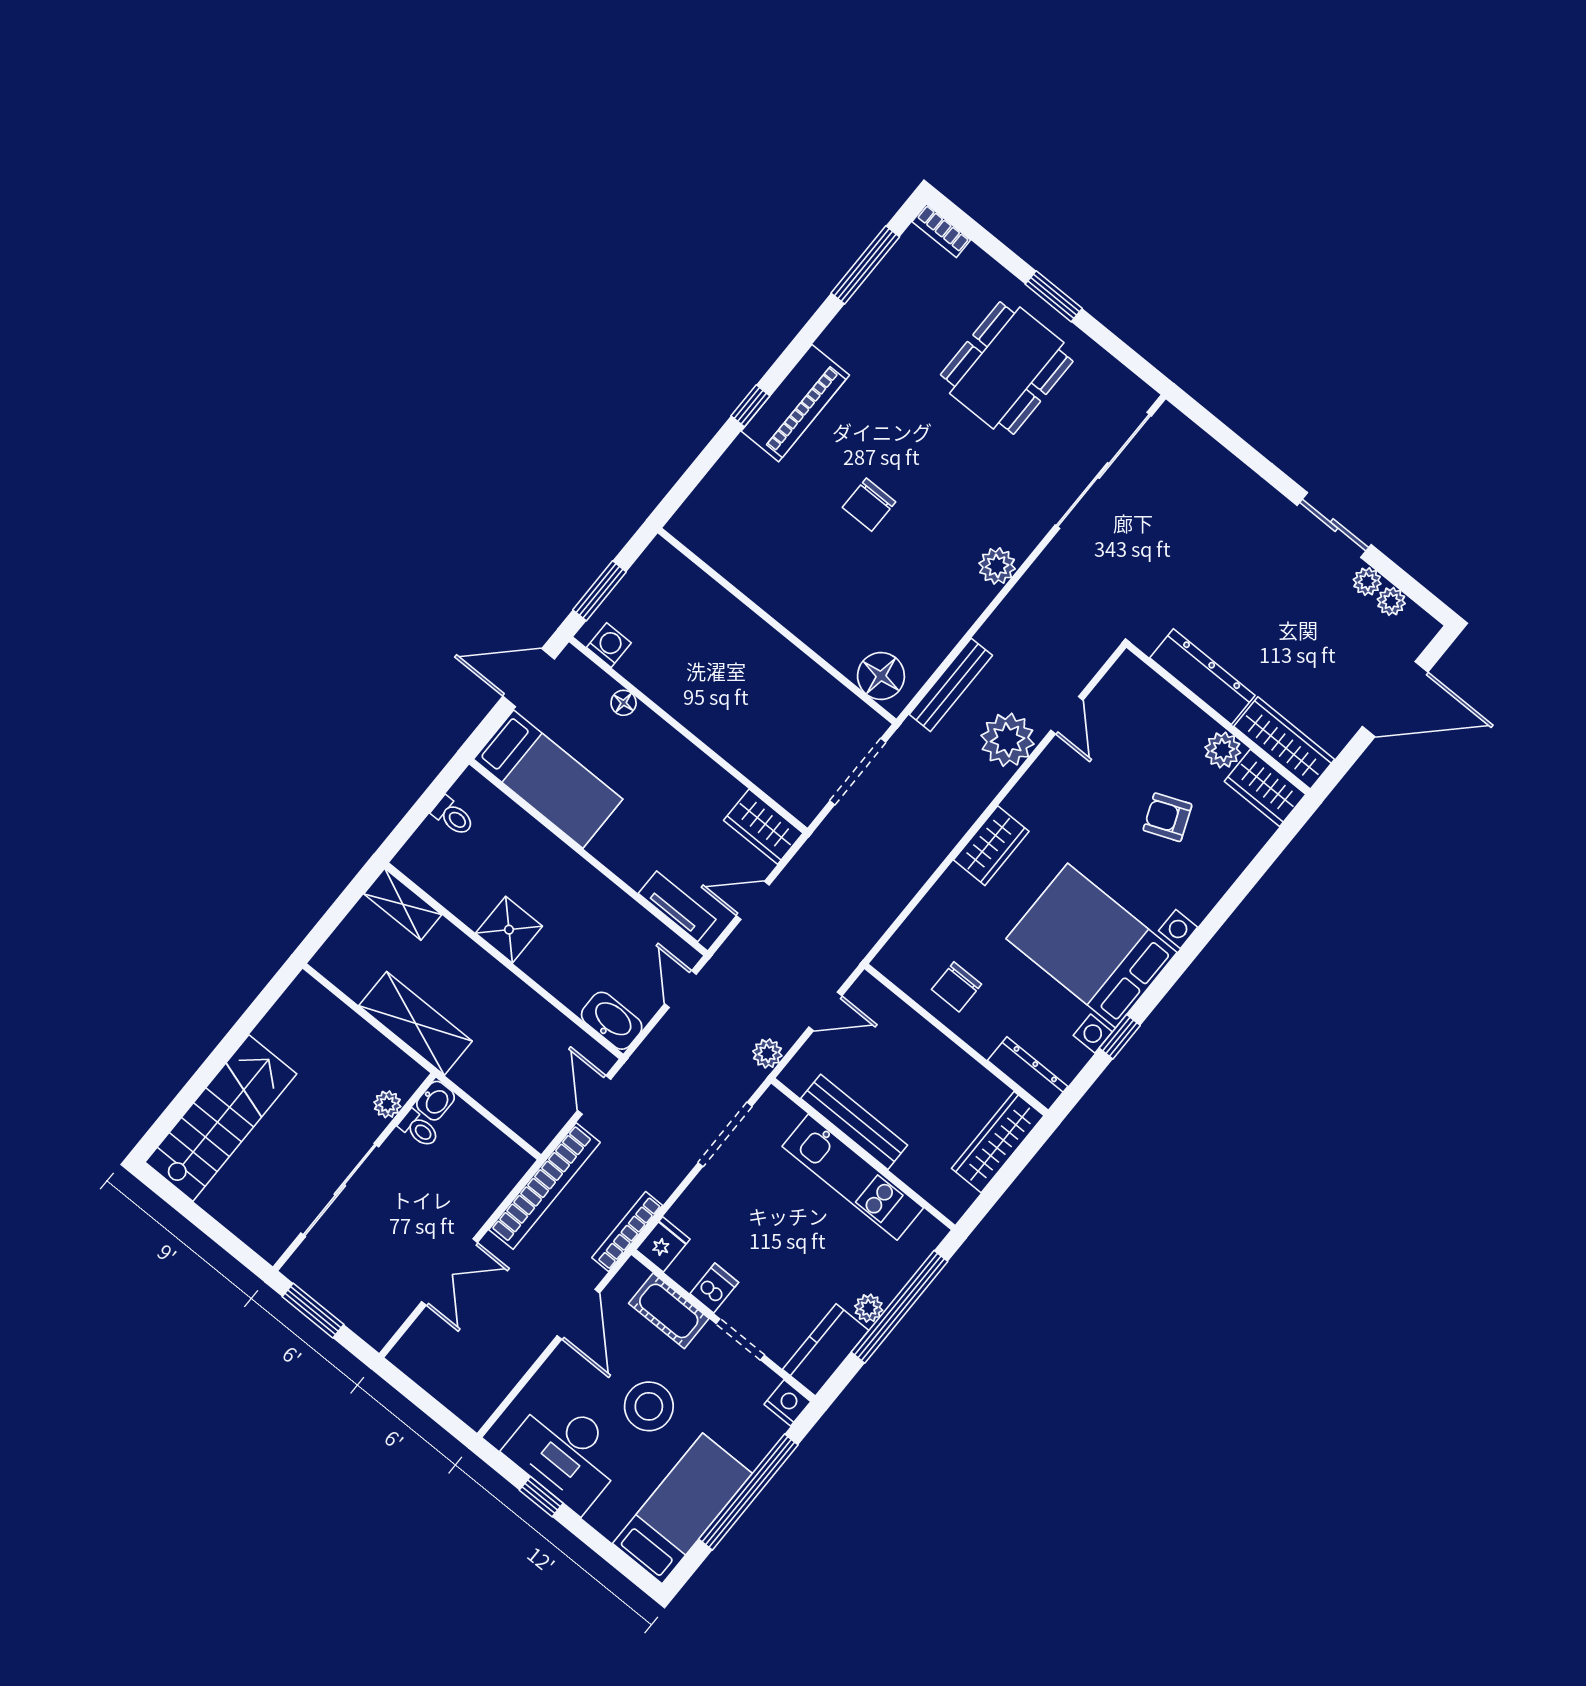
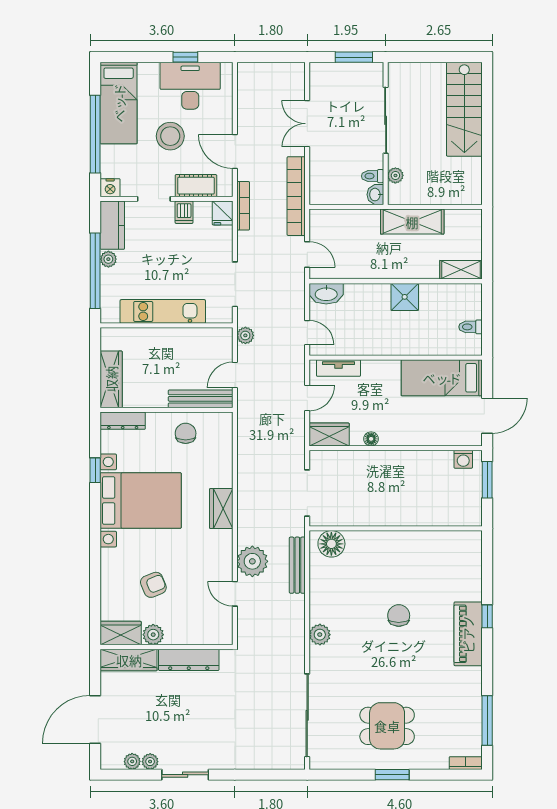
dining table: (1007, 368) -> (387, 726), width x0.73
floor lamp: (624, 703) -> (371, 439), moved
bench: (854, 1122) -> (201, 399), moved

